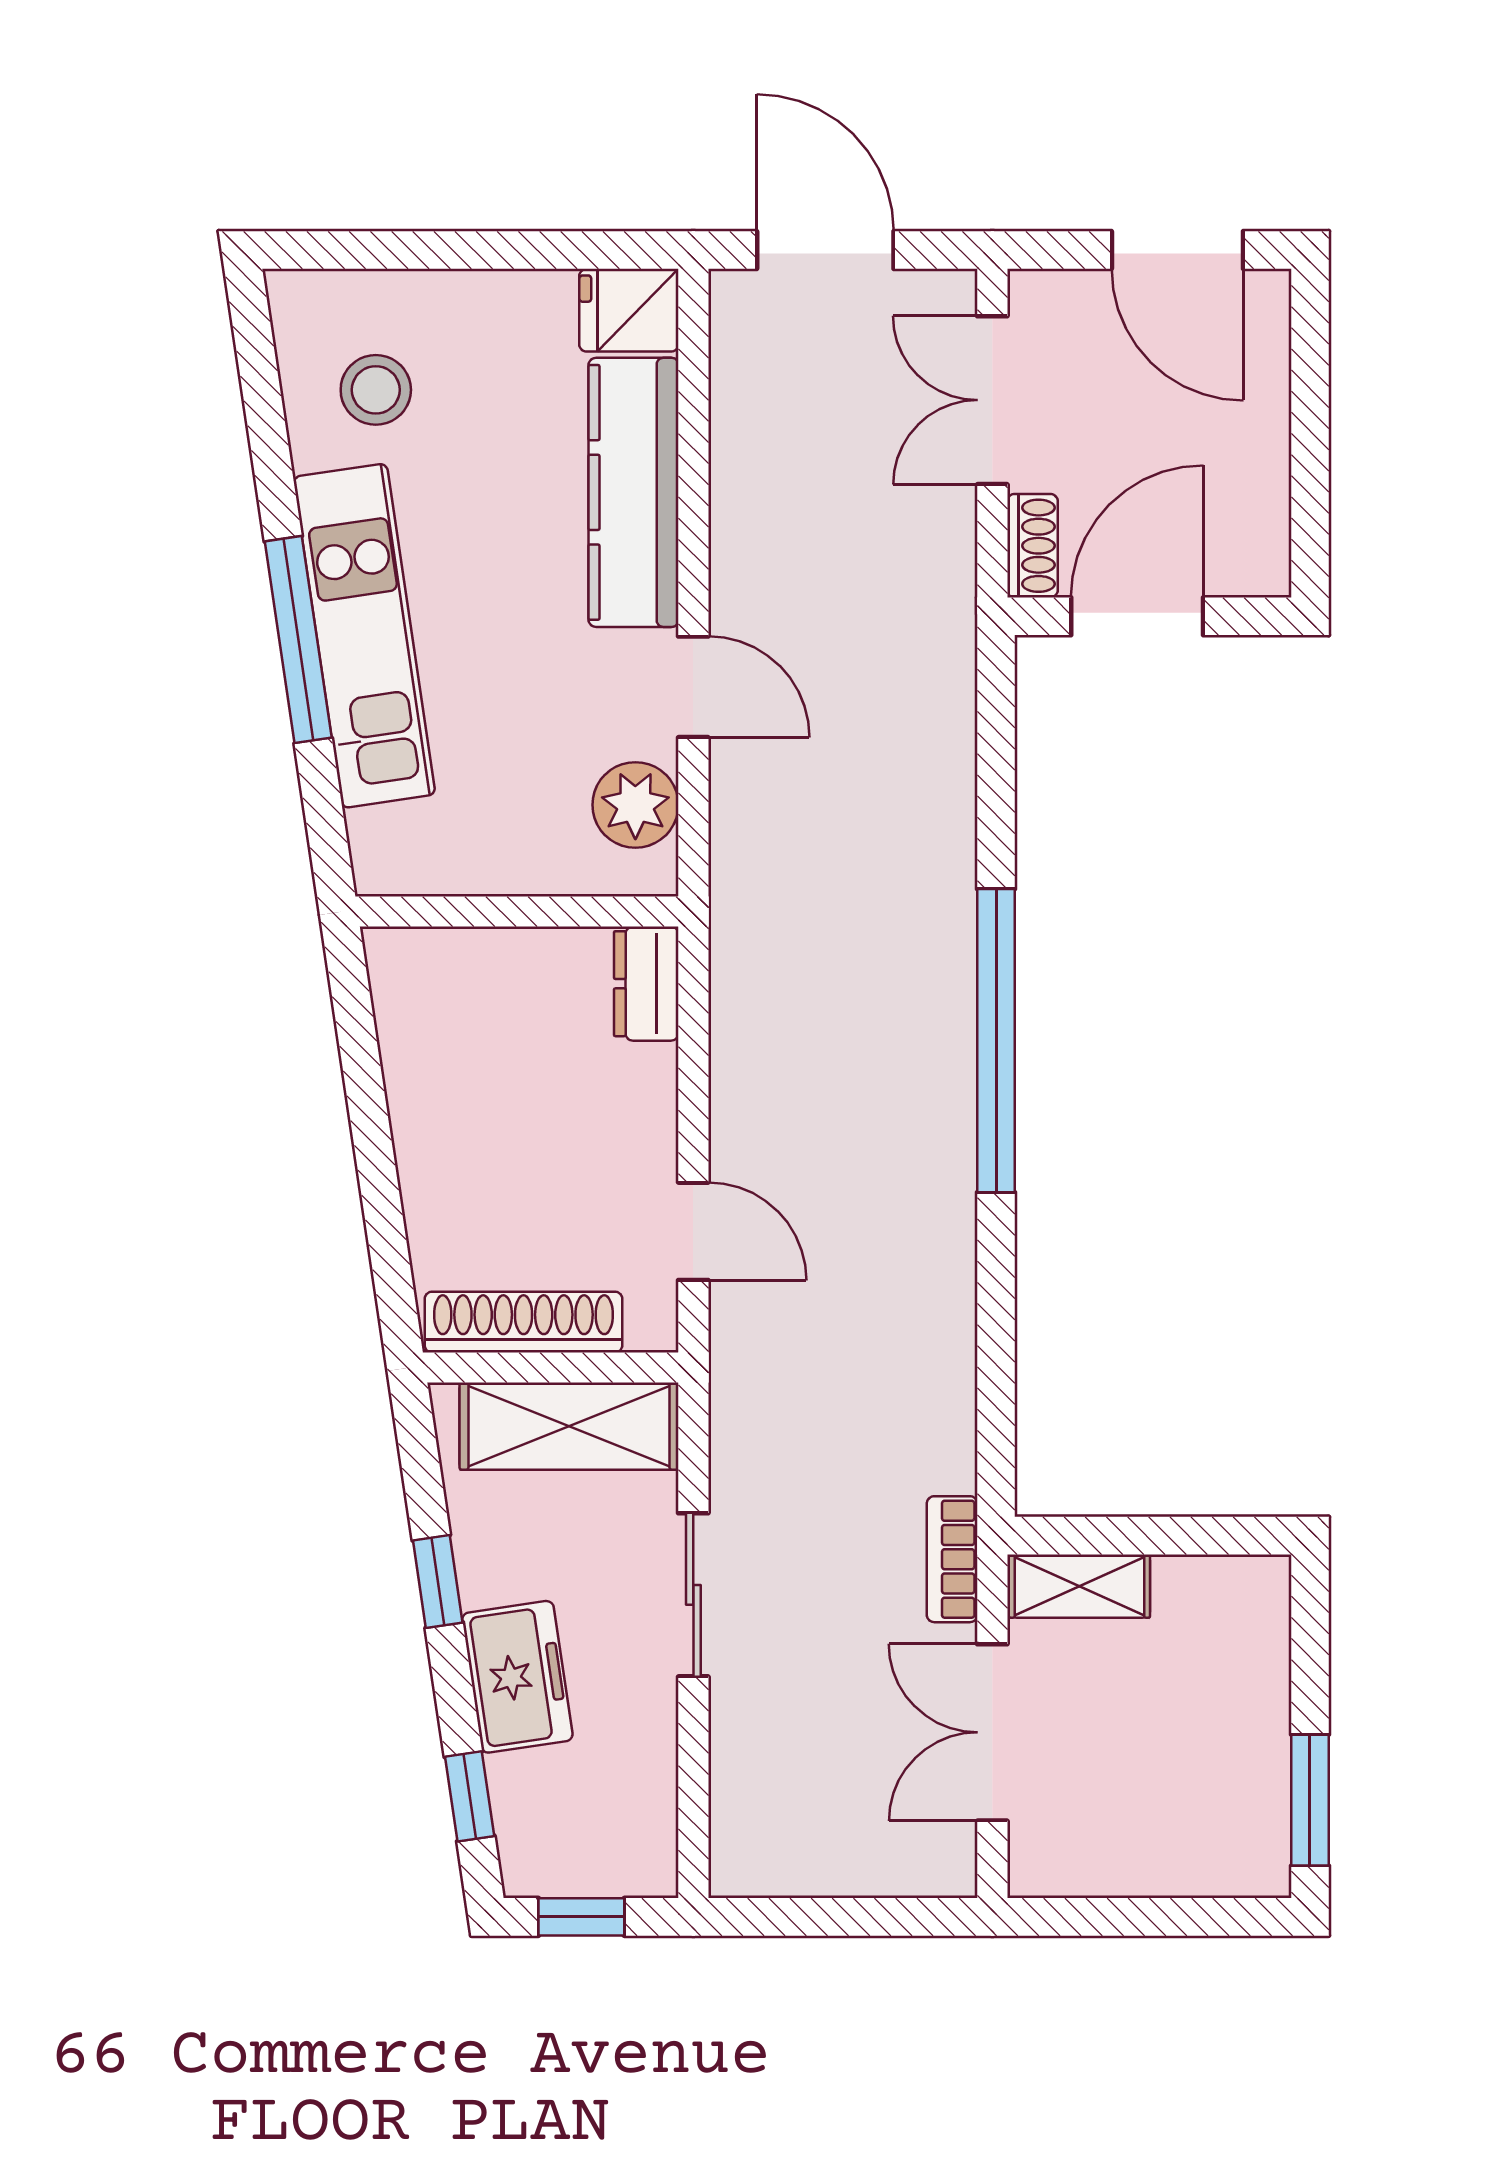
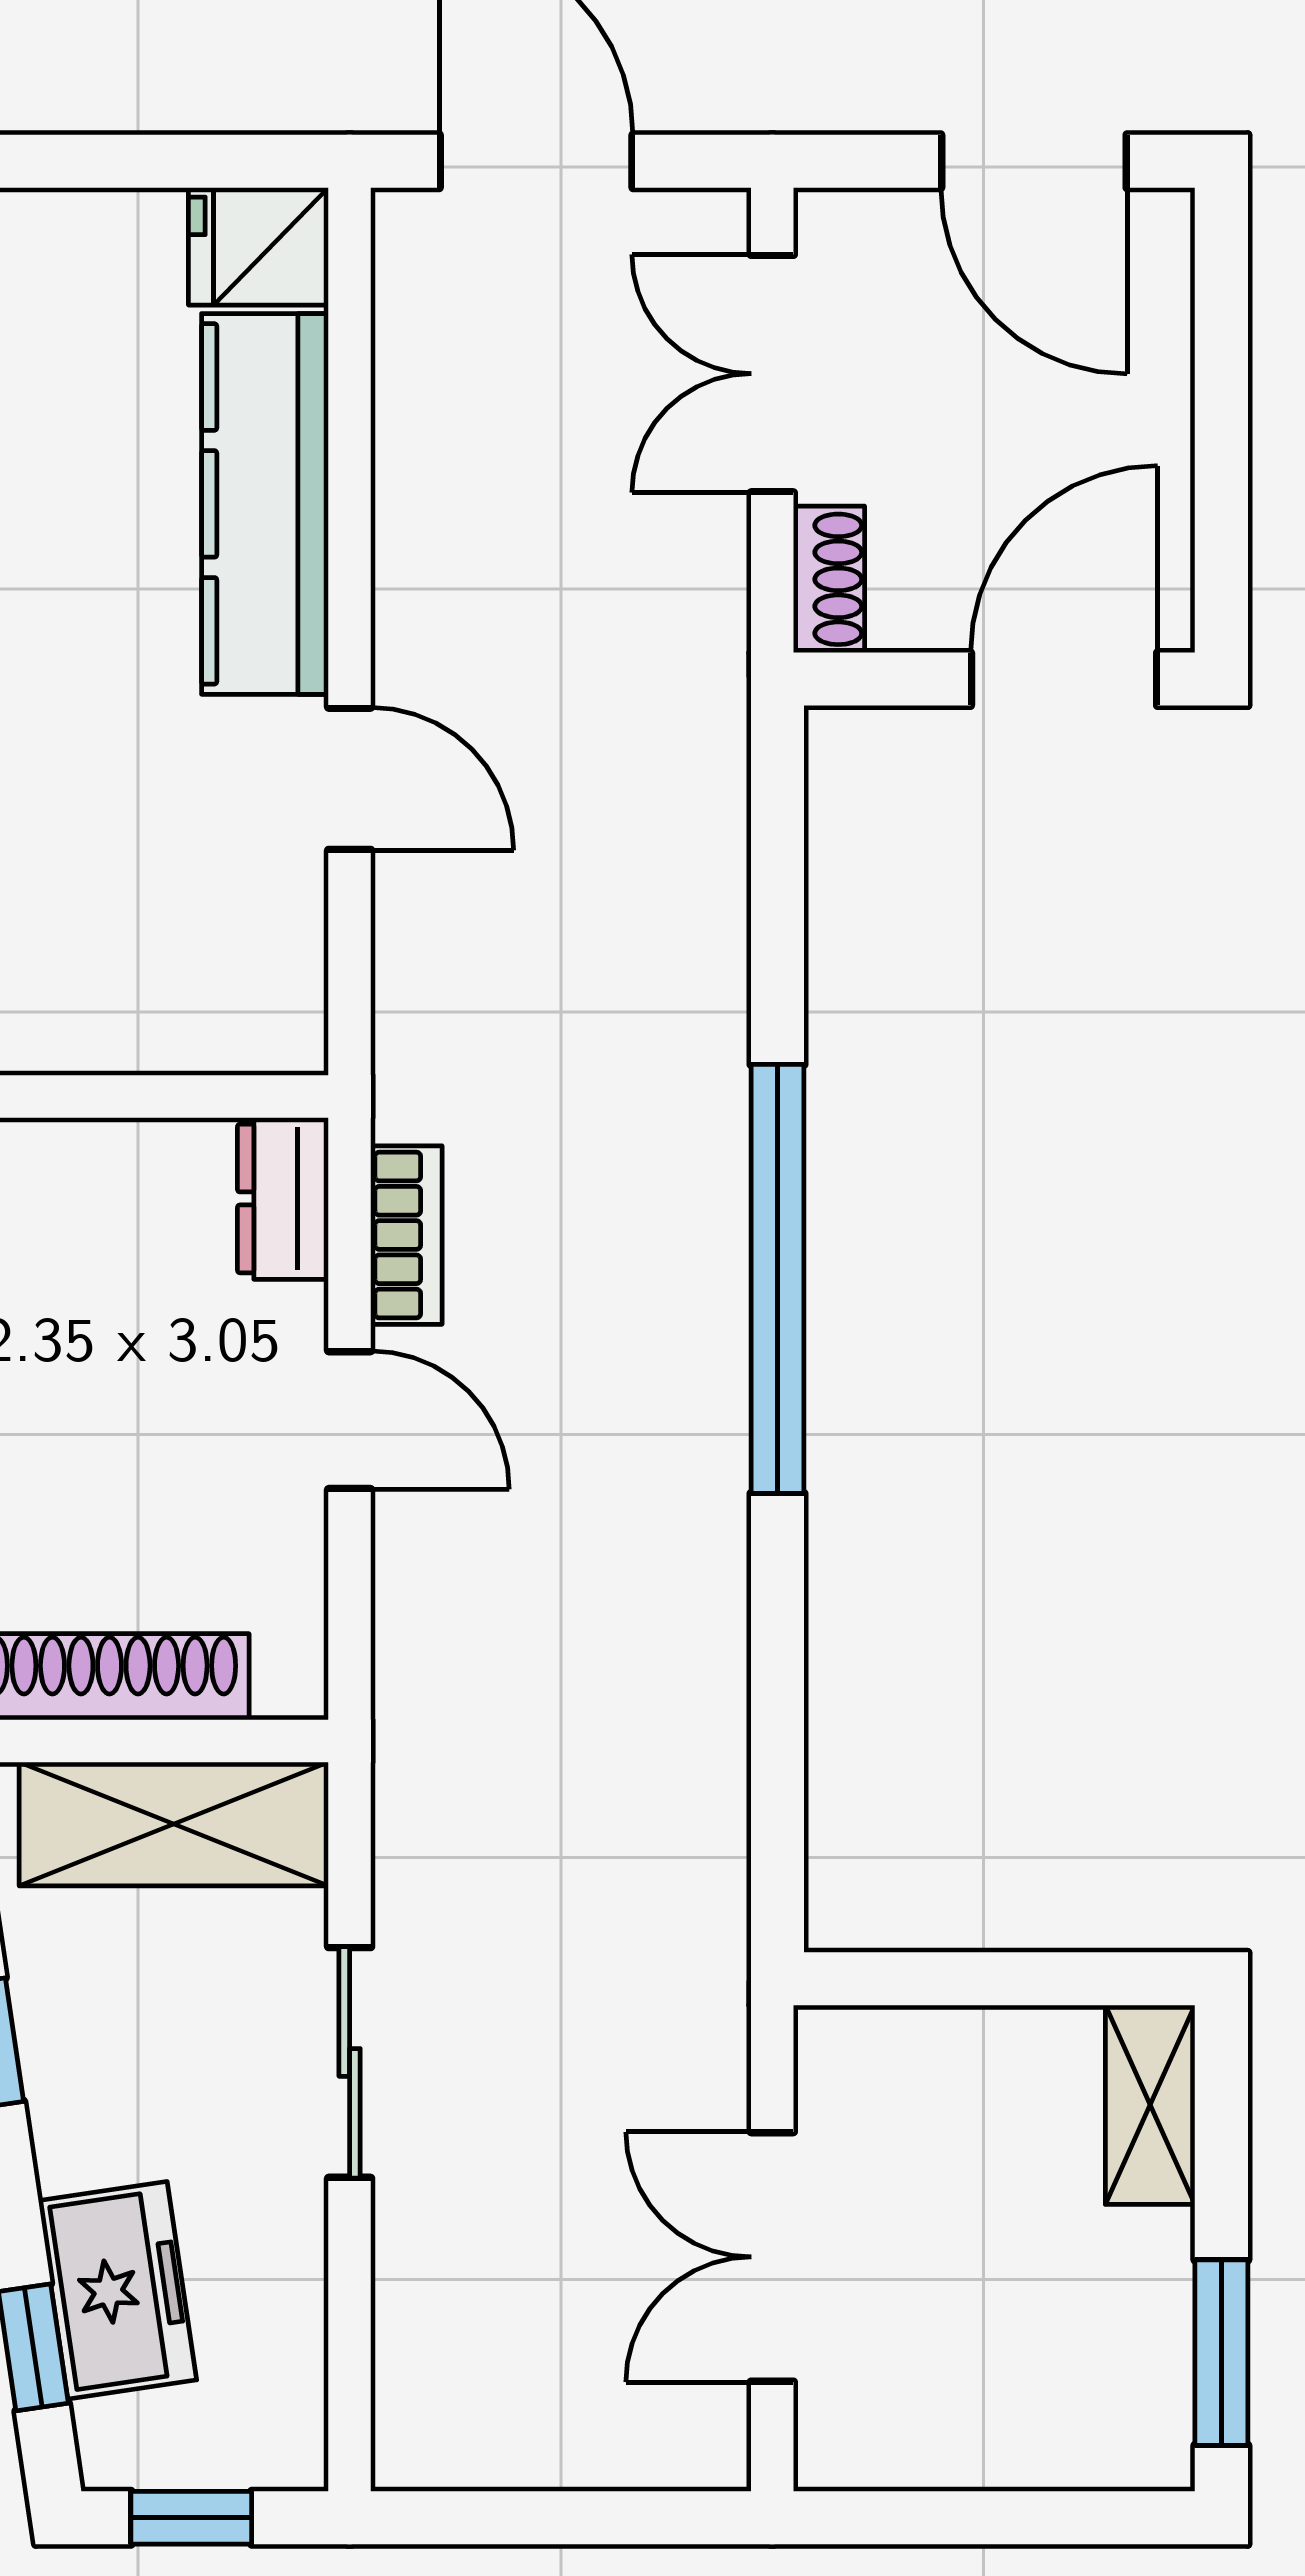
door: (1137, 616) -> (1064, 679), moved
plant: (635, 805) -> (268, 946), removed
door: (693, 1231) -> (350, 1420), moved
bookcase: (952, 1559) -> (406, 1235), moved, turned 180
shelving: (1079, 1586) -> (1150, 2105), moved, turned 90
freezer: (517, 1677) -> (117, 2290), moved

